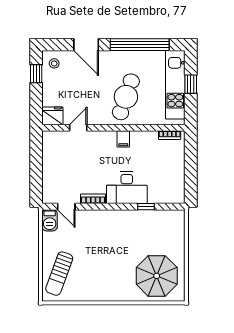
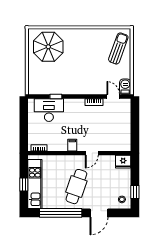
door: (86, 45) -> (99, 213), swing flipped
cafe table: (126, 97) -> (76, 187), moved
door: (78, 128) -> (92, 153), moved
desk: (127, 188) -> (49, 110), moved

